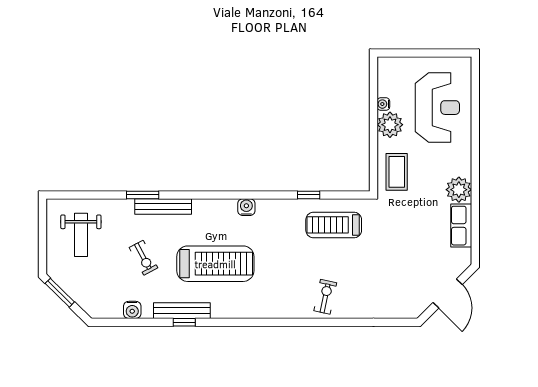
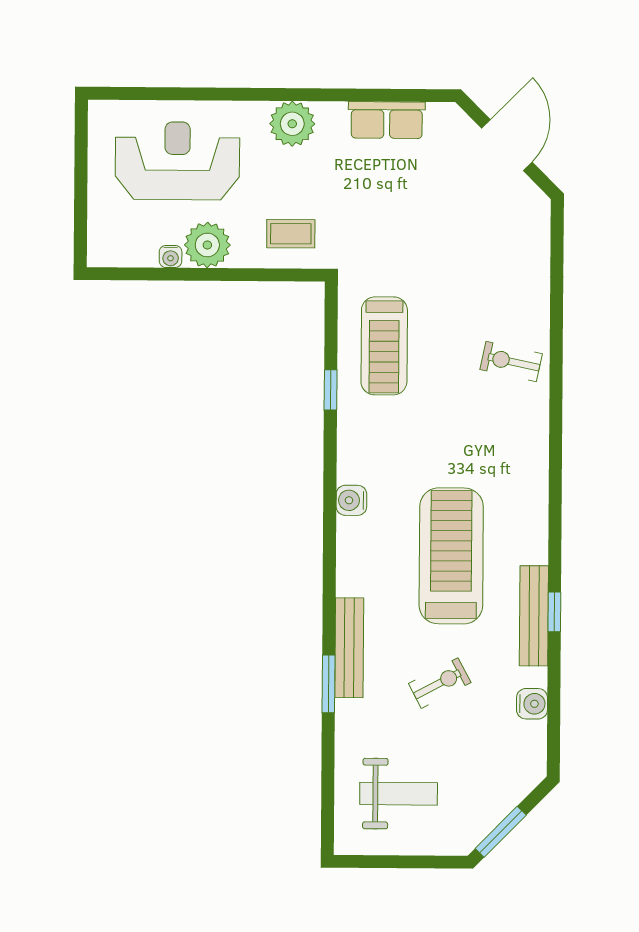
coffee table: (397, 172) -> (291, 234), width x0.73, depth x0.77
plant: (459, 190) -> (292, 124), moved
door: (448, 293) -> (507, 145), hinge flipped

